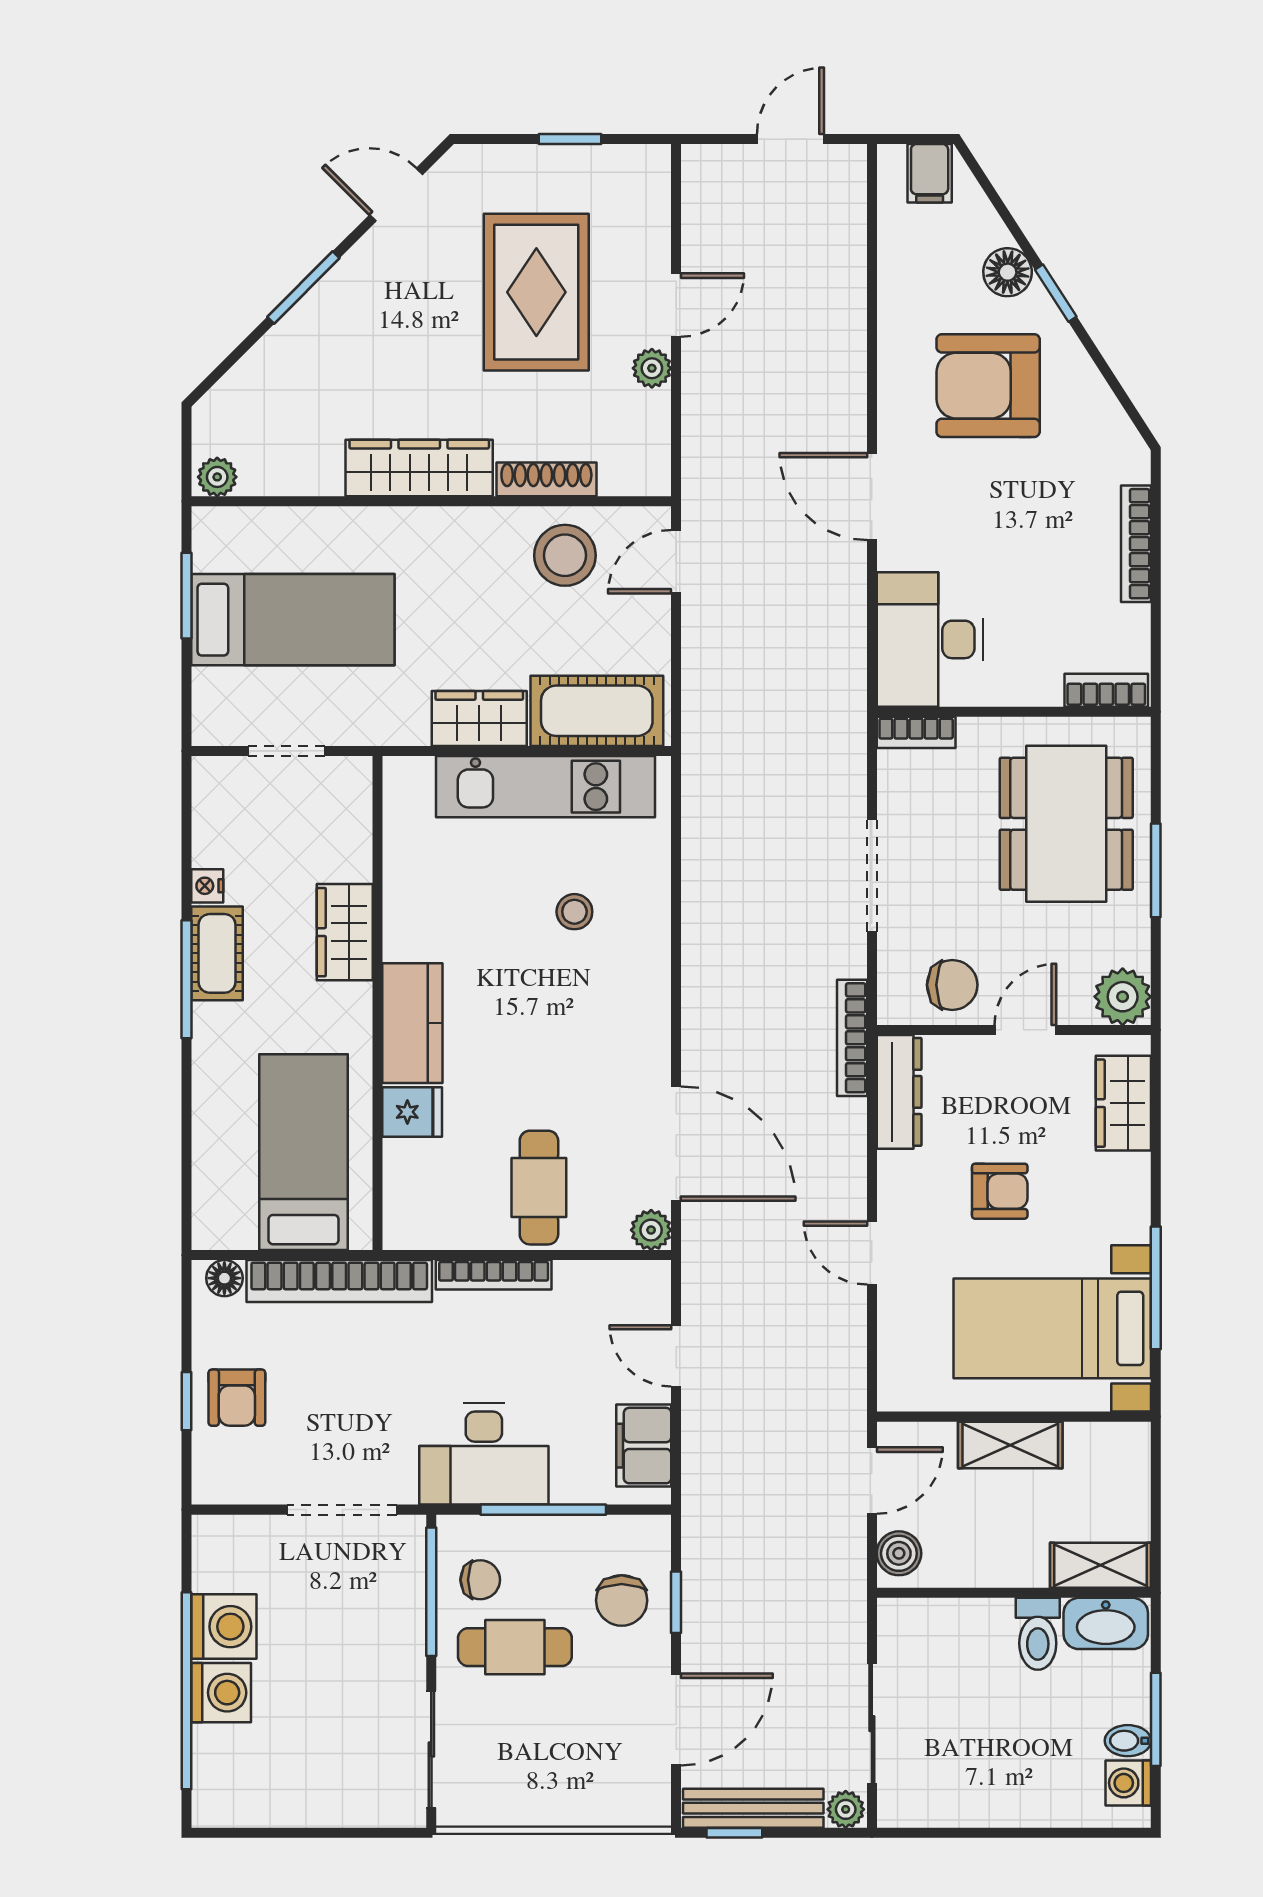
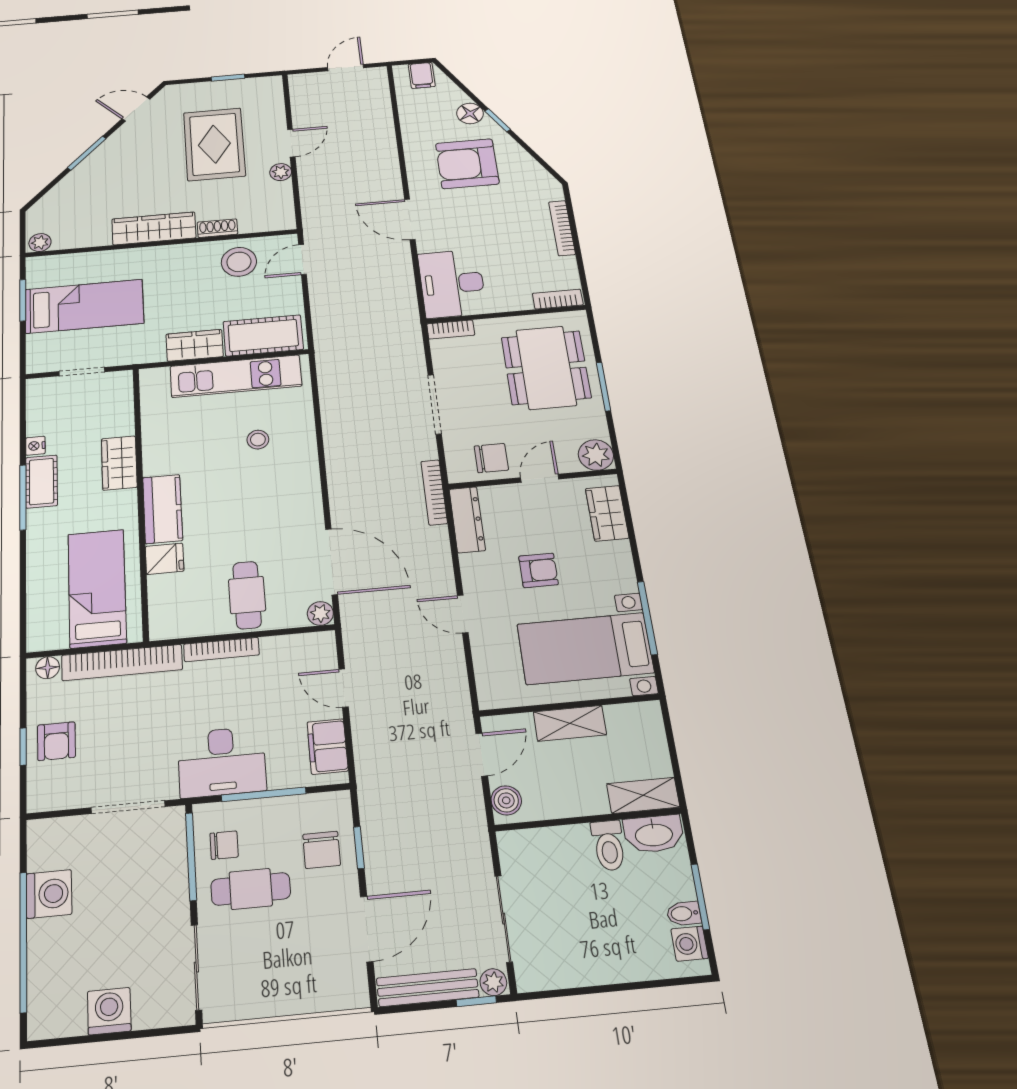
shoe rack: (546, 479) -> (217, 228), width x0.70
washing machine: (221, 1693) -> (109, 1011), moved, turned -90
window: (734, 1833) -> (476, 1001), moved

